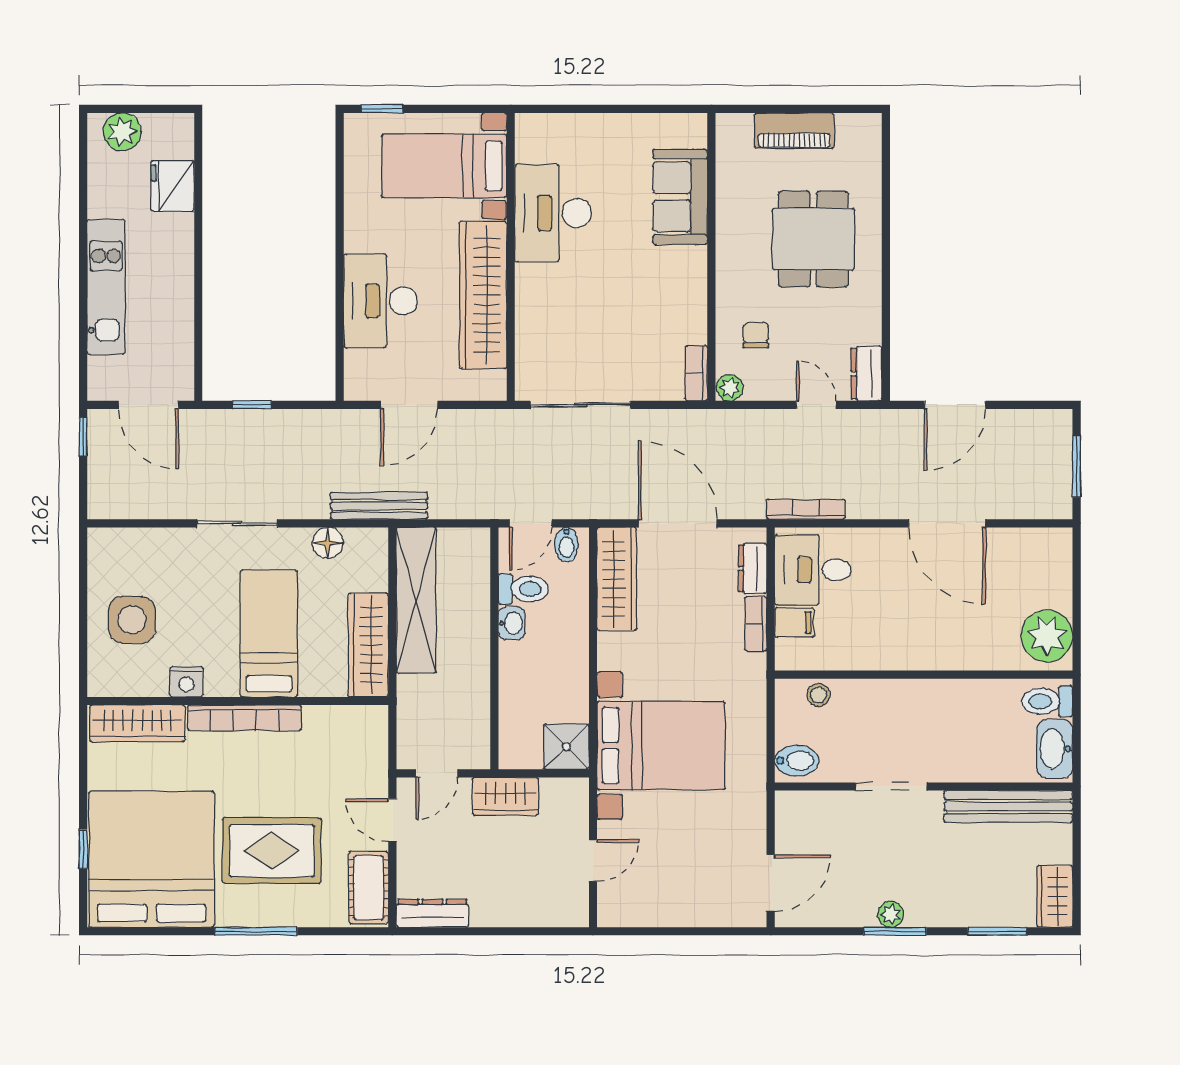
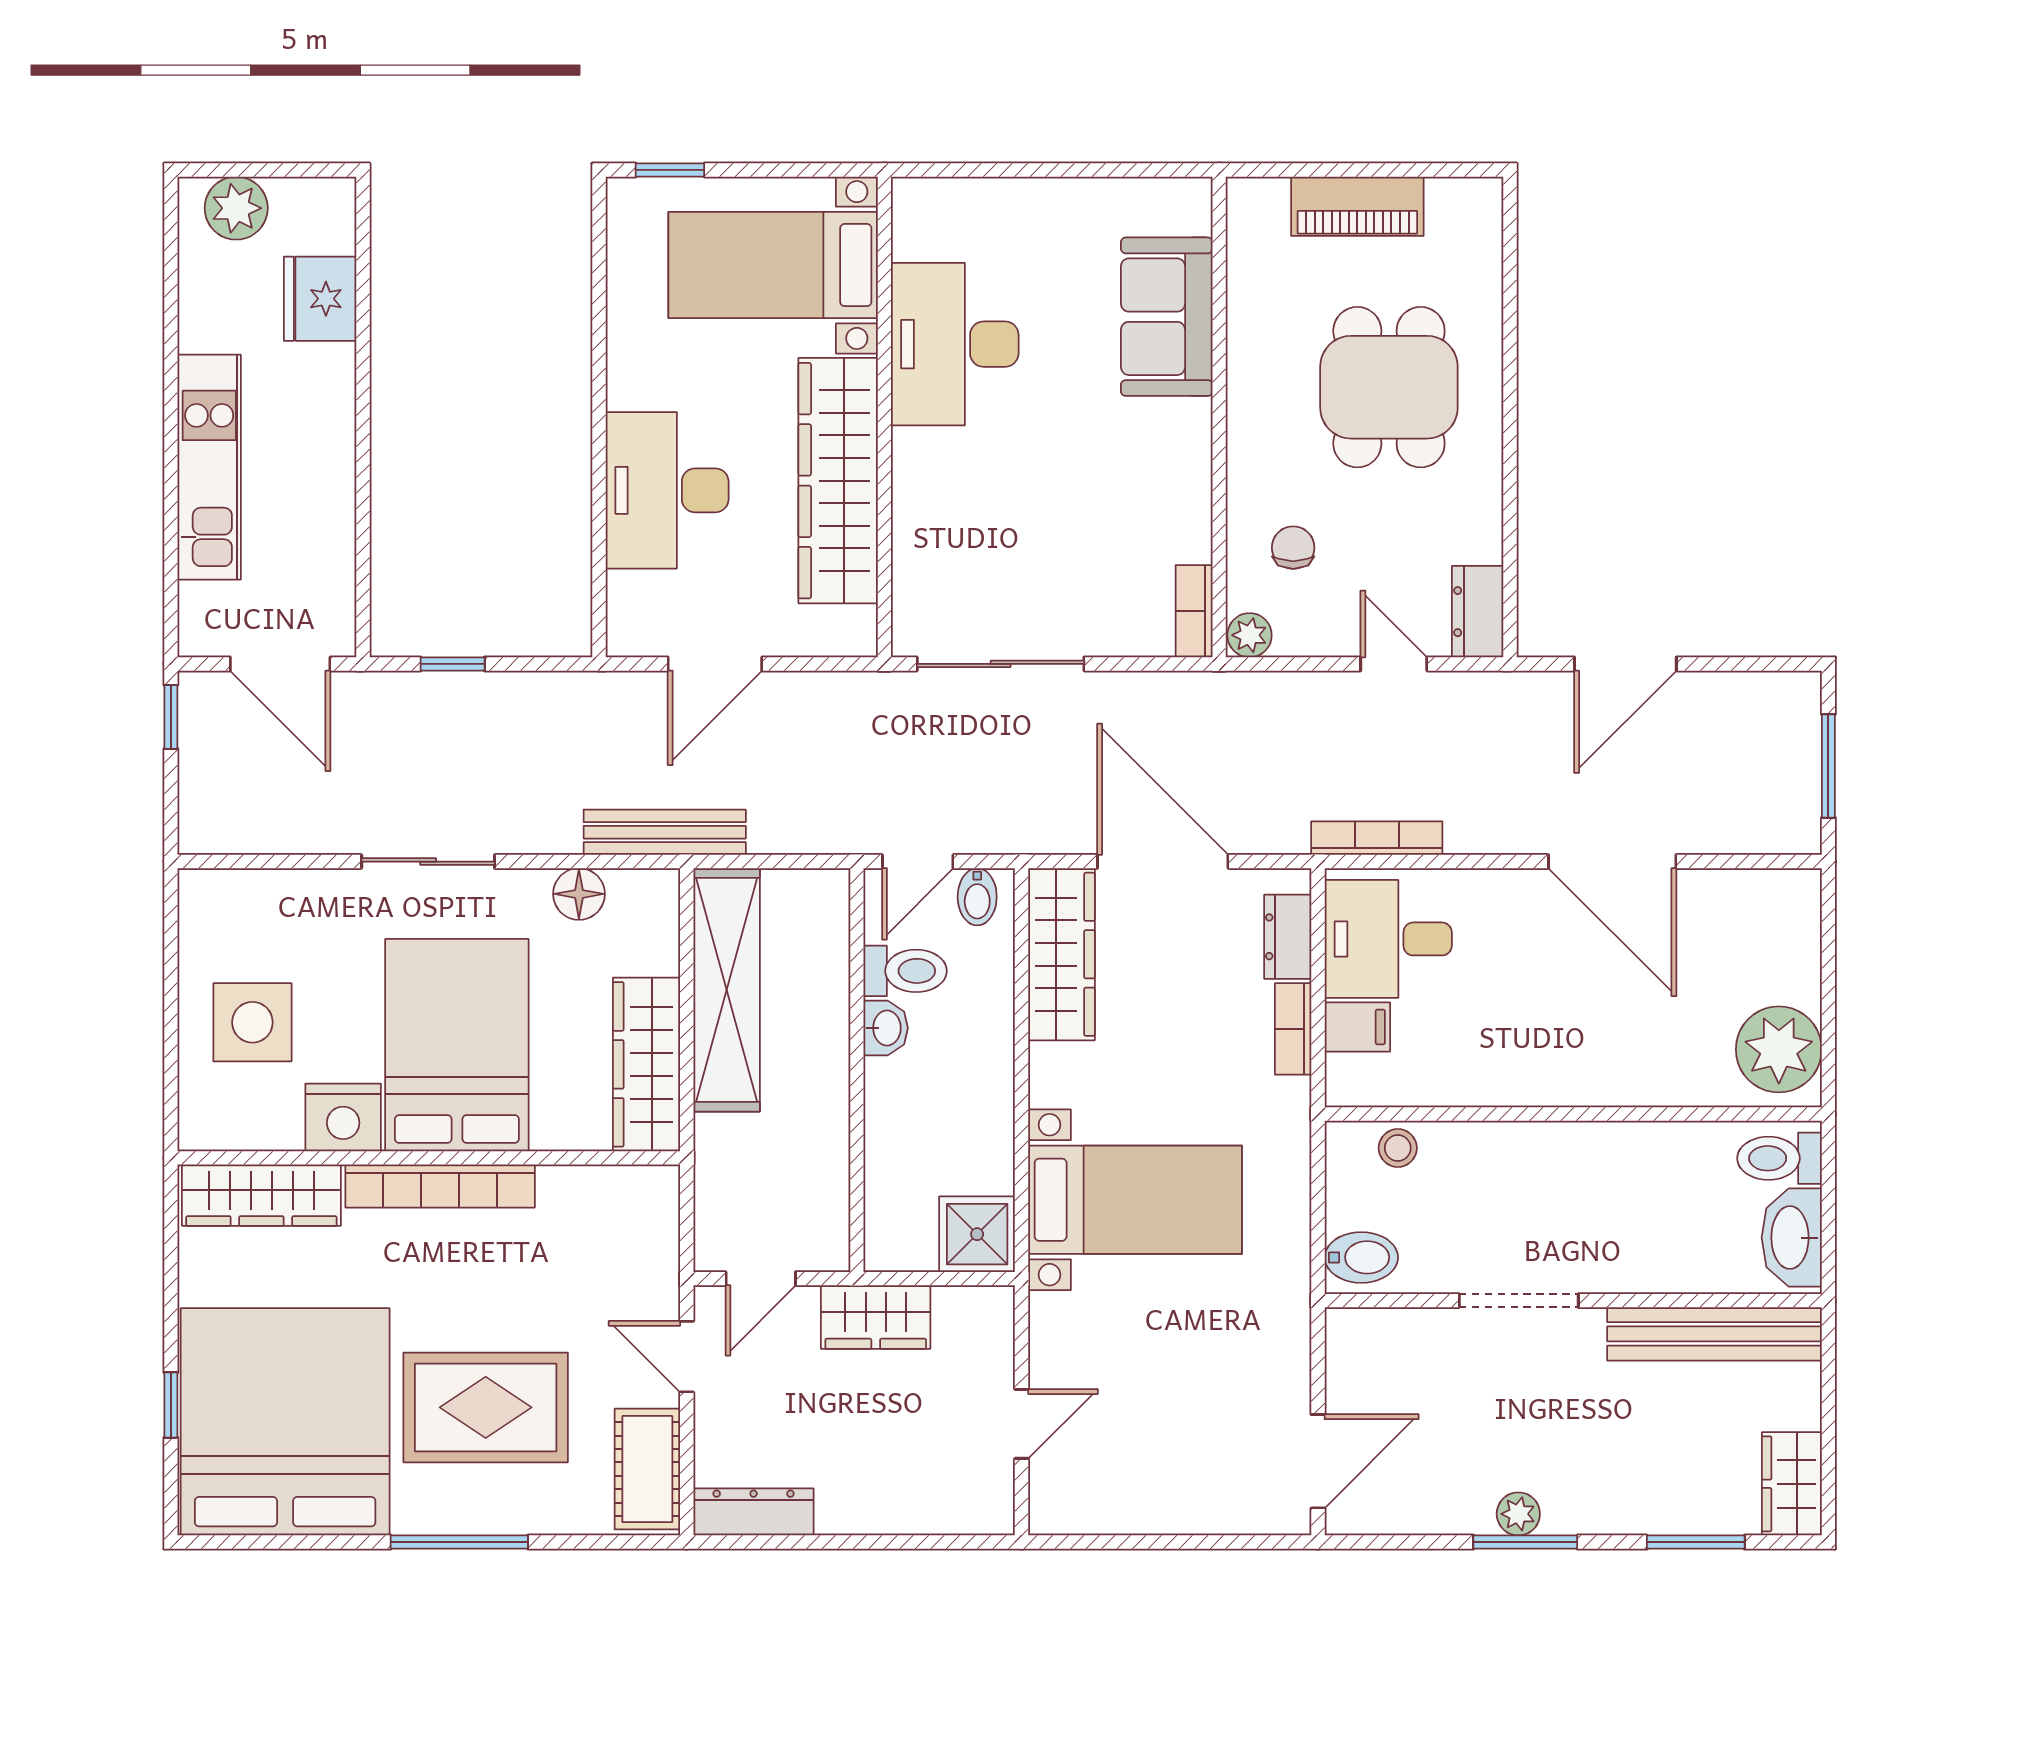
bed: (269, 633) -> (457, 1045), width x1.50
nightstand: (186, 682) -> (343, 1117), width x1.36, depth x1.33
bed with nightstands: (661, 746) -> (1135, 1200), width x0.73

